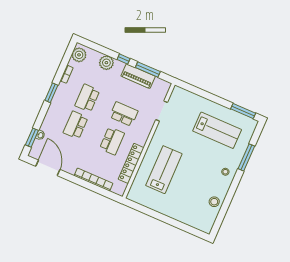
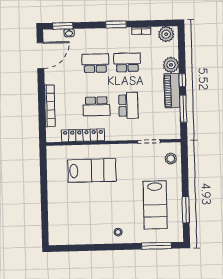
piano: (138, 76) -> (172, 91), moved
window: (243, 111) -> (186, 210), moved
window: (246, 157) -> (156, 246), moved
stool: (214, 202) -> (171, 159), moved

